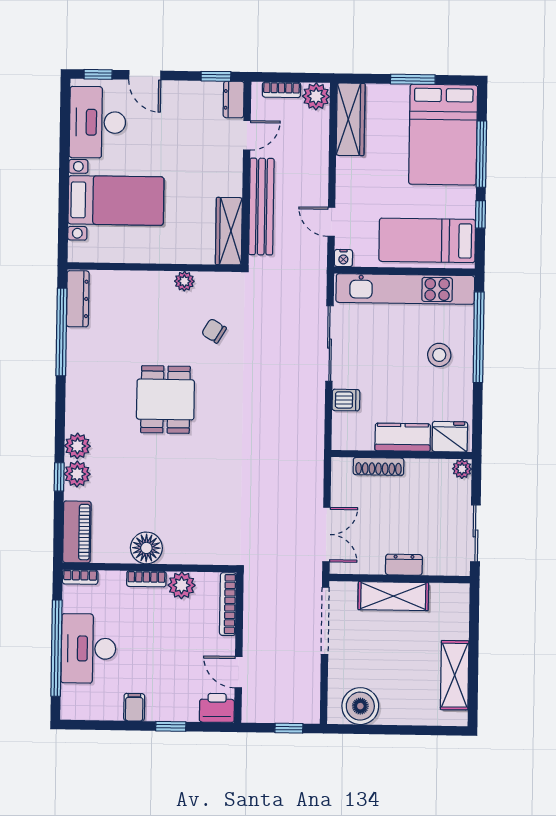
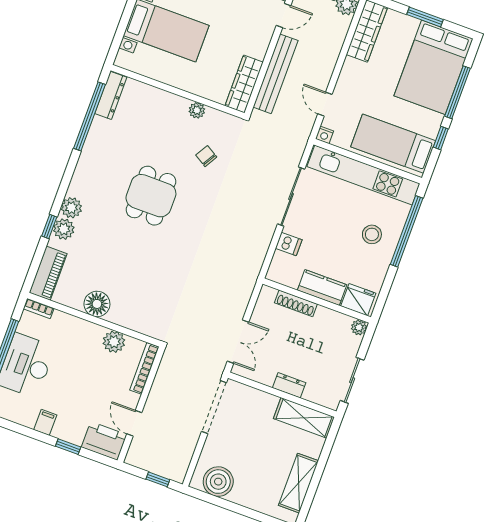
bookcase: (146, 579) -> (89, 328), removed
shelving: (393, 596) -> (304, 418), moved
printer: (217, 708) -> (104, 441), width x1.37, depth x1.19

